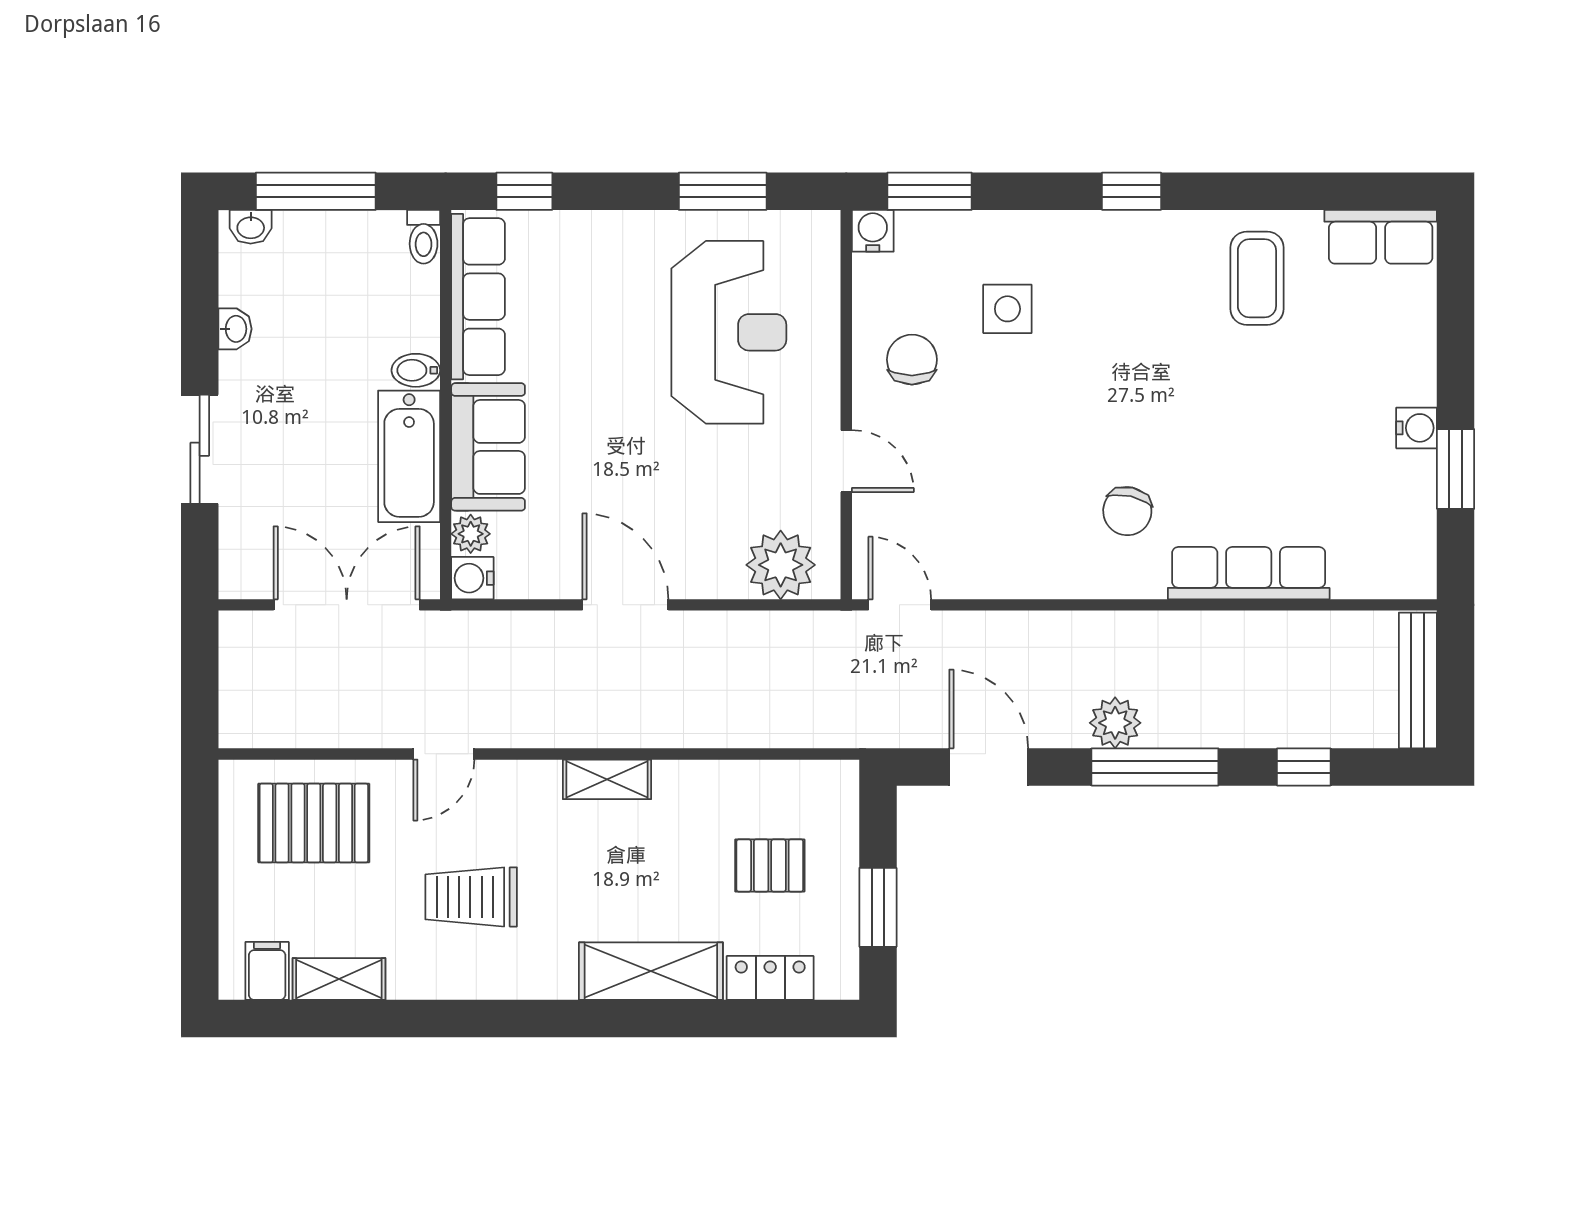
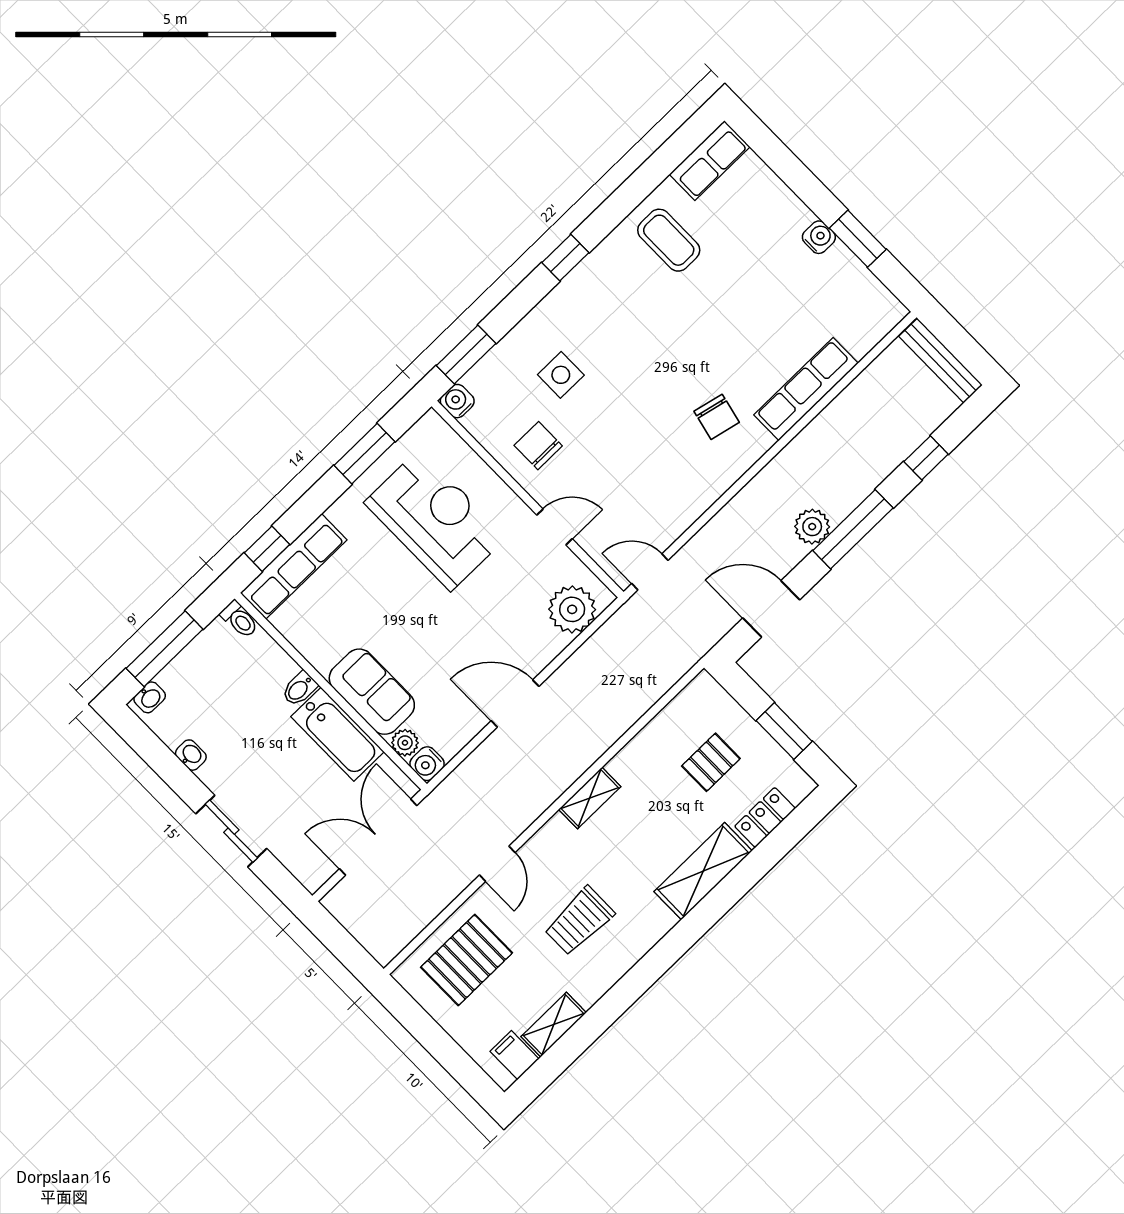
row of seats: (478, 297) -> (294, 566), moved, turned 90

